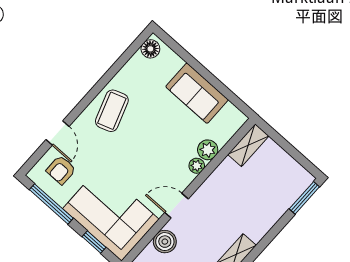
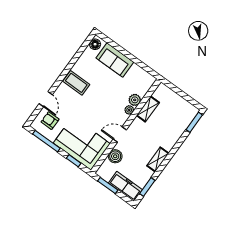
sofa: (197, 93) -> (115, 60), moved
coffee table: (112, 111) -> (76, 83), turned -71
shelving: (248, 145) -> (148, 109), moved
armchair: (61, 170) -> (50, 121), turned 90

